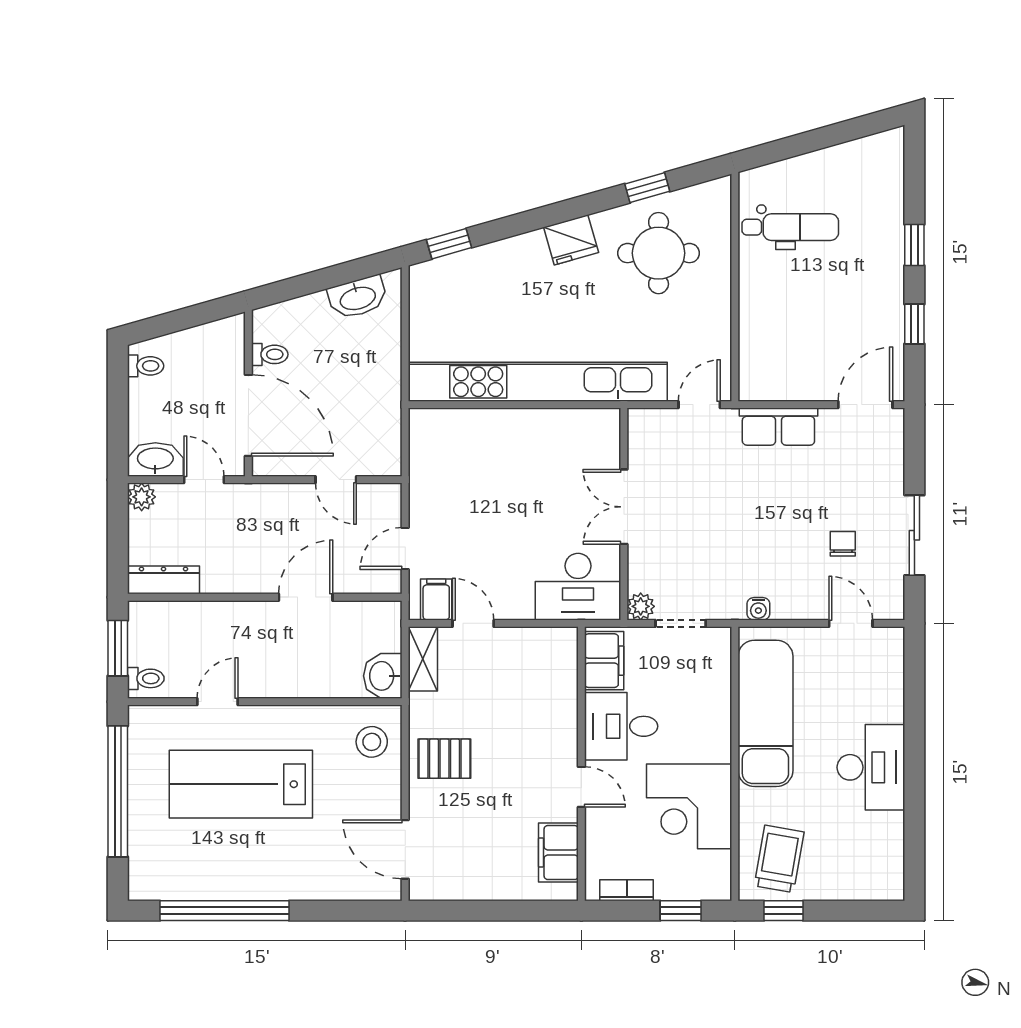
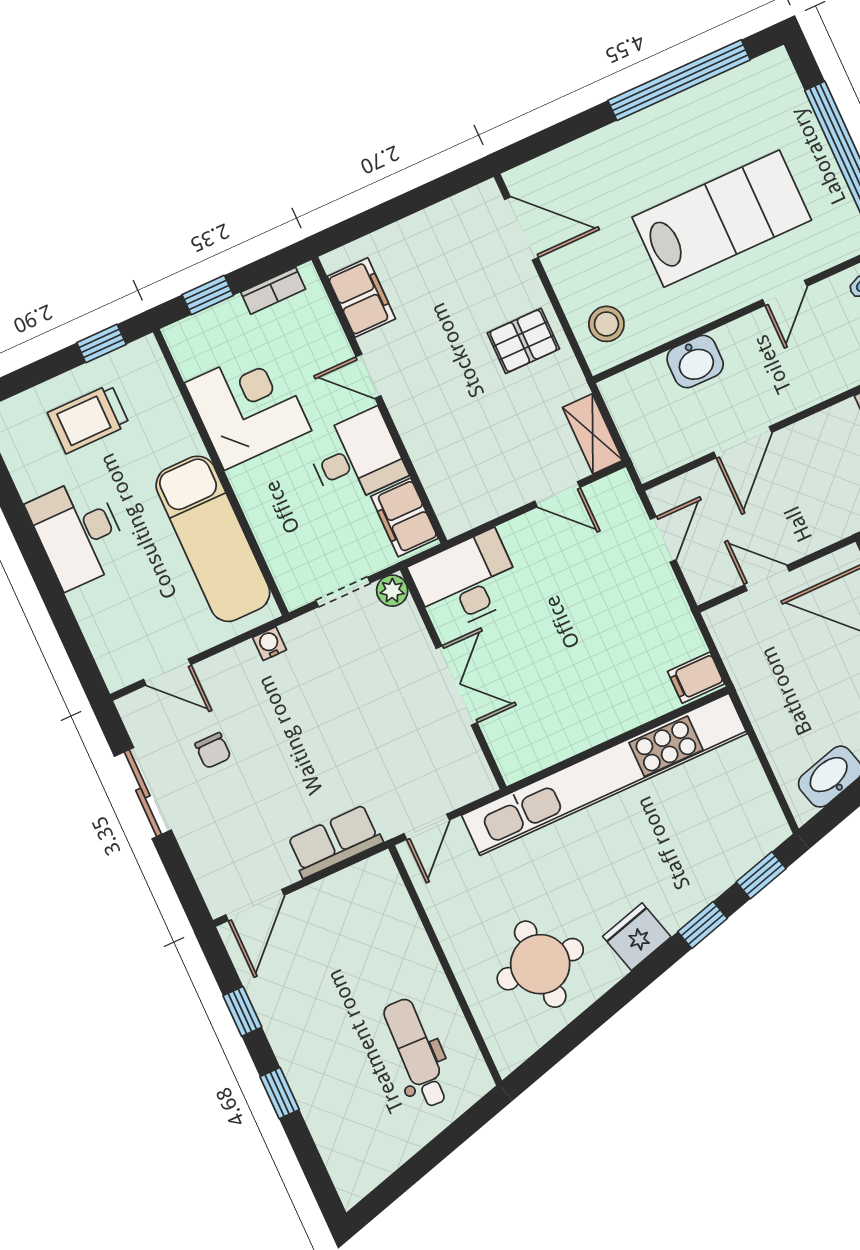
window: (647, 188) -> (702, 925), moved
dental chair: (790, 227) -> (416, 1053), turned 92
filing cabinet: (436, 599) -> (696, 678), moved, turned 90
washbasin: (383, 676) -> (695, 362), moved, turned 90
trolley: (779, 859) -> (88, 419), moved, turned 80

